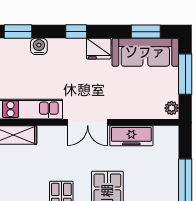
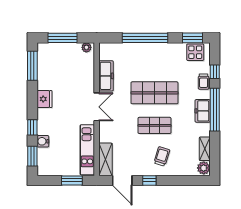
window: (76, 32) -> (32, 127), moved
window: (146, 32) -> (32, 66), width x1.44
sofa: (145, 52) -> (47, 66), removed

